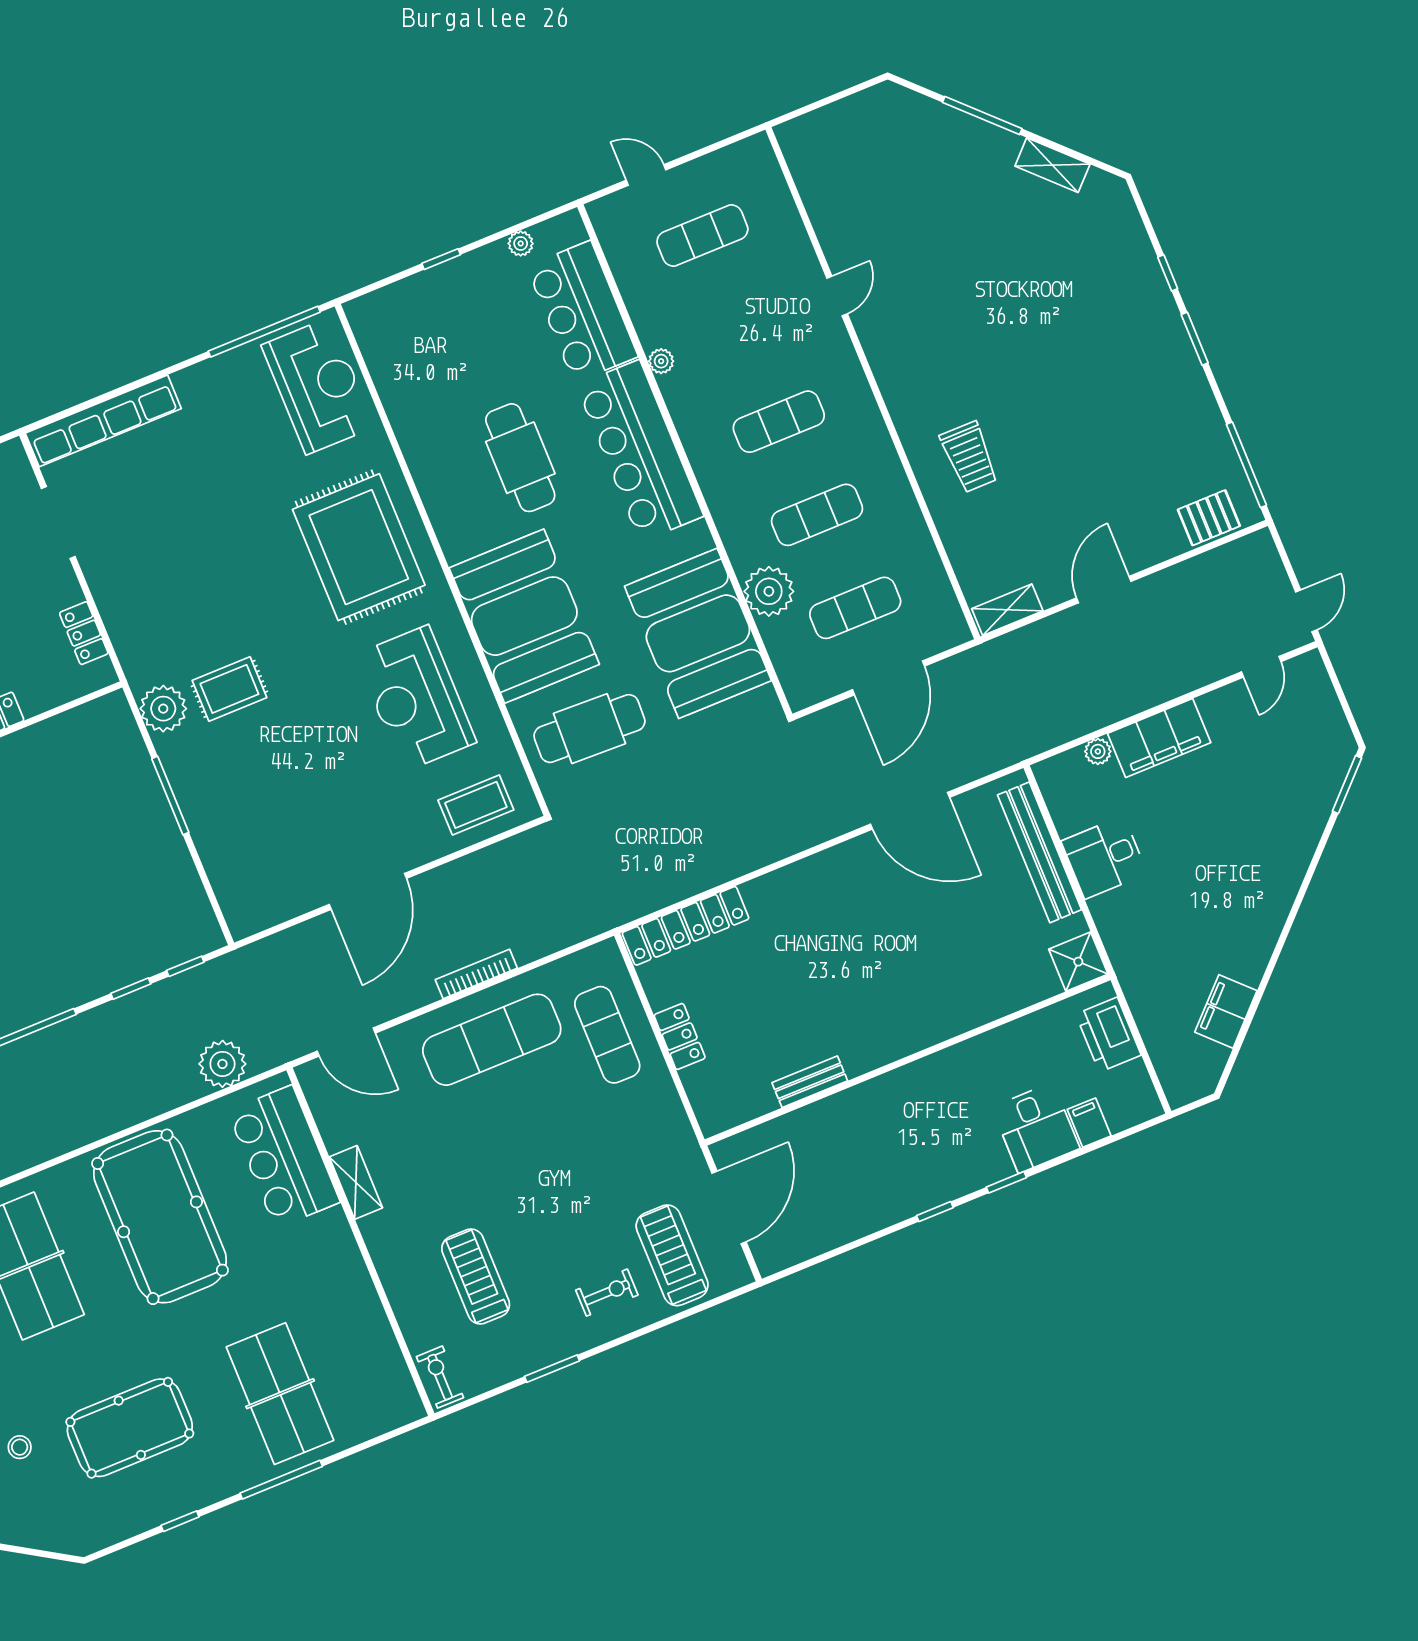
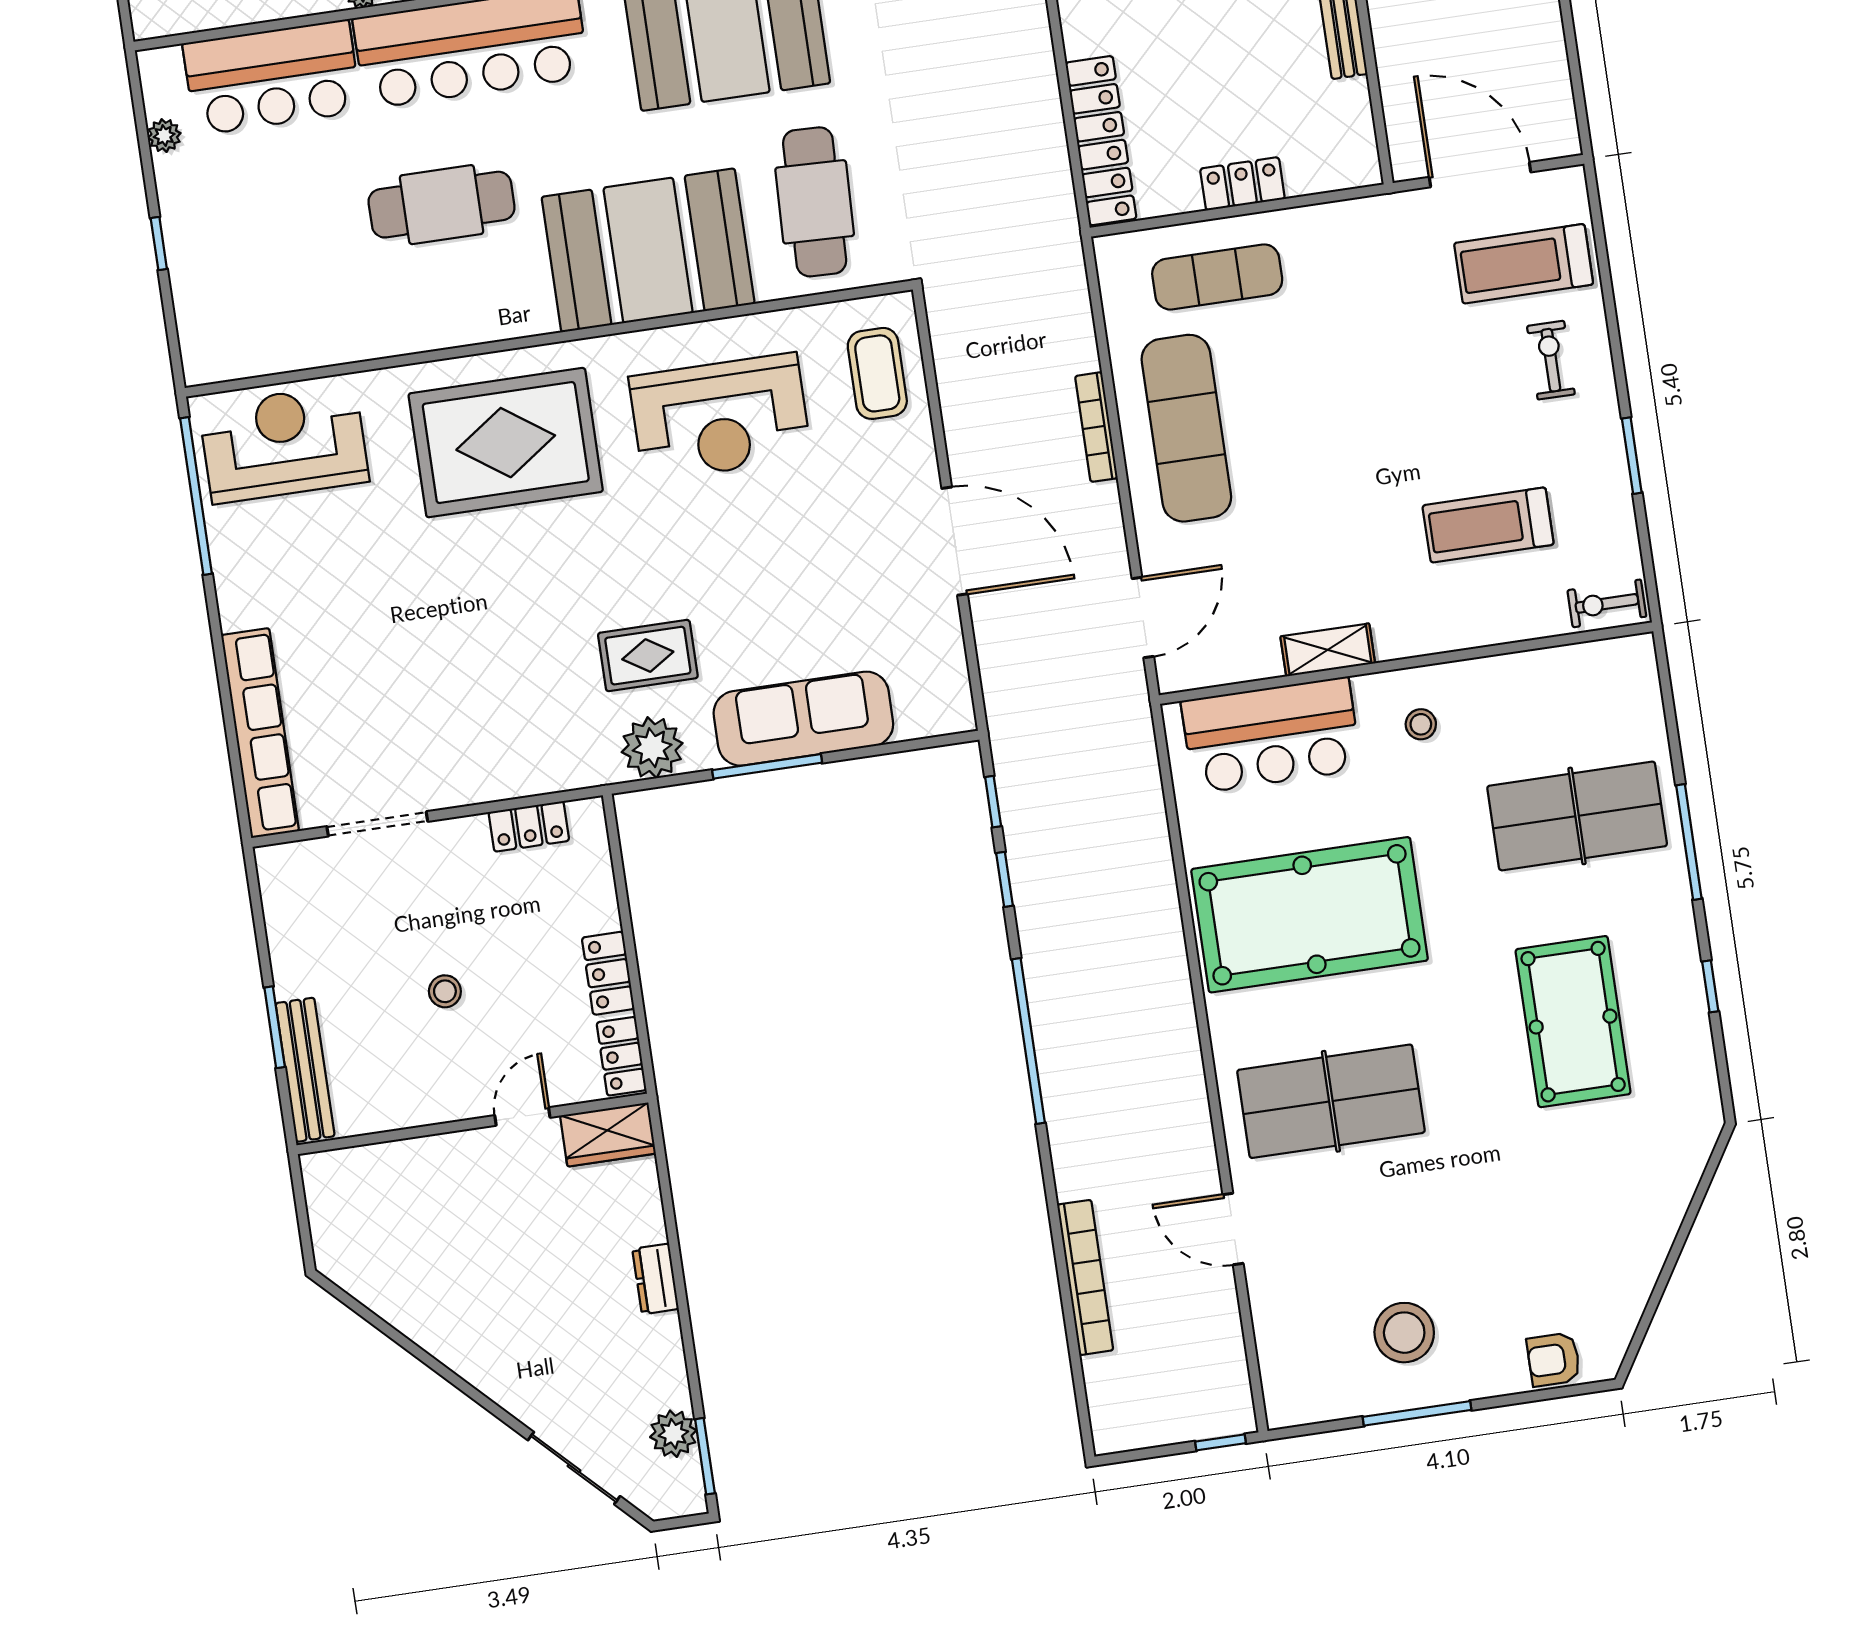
rug: (229, 689) -> (648, 656), turned 90
sofa: (212, 813) -> (803, 719), added
plant: (222, 1064) -> (1131, 785), removed
stool: (20, 1447) -> (1421, 724), moved

